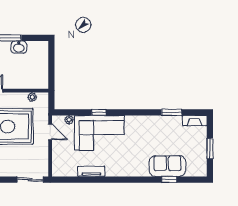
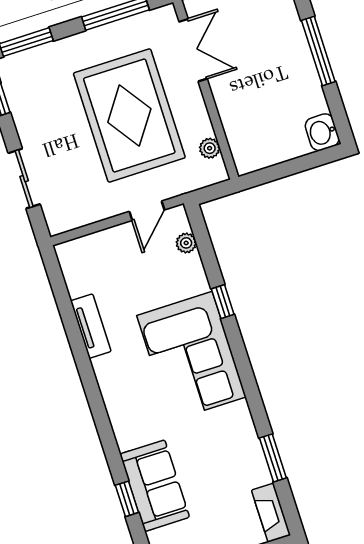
washbasin: (19, 47) -> (322, 132), moved
corner sofa: (99, 133) -> (191, 356), moved
sliding door: (30, 180) -> (24, 179), moved

